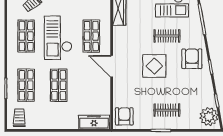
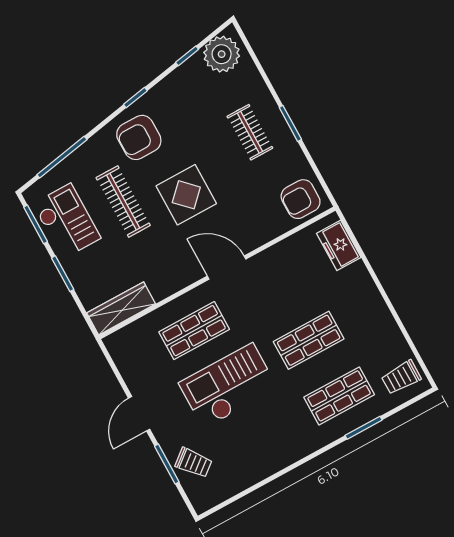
shop shelf: (26, 36) -> (255, 442), removed
clothes rail: (167, 36) -> (123, 202), width x1.36
checkout: (58, 38) -> (228, 386), turned 180
door: (112, 66) -> (227, 268), swing flipped
freezer: (94, 122) -> (339, 245), width x0.71

